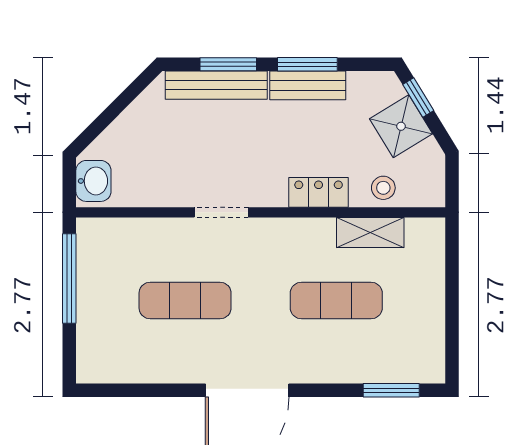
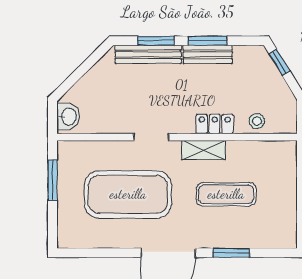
shower: (401, 126) -> (268, 81), removed
shelving: (370, 232) -> (204, 150), moved
window: (69, 279) -> (53, 180), width x0.69
exercise mat: (185, 300) -> (128, 194), width x2.00, depth x1.45
window: (391, 390) -> (231, 253), moved

